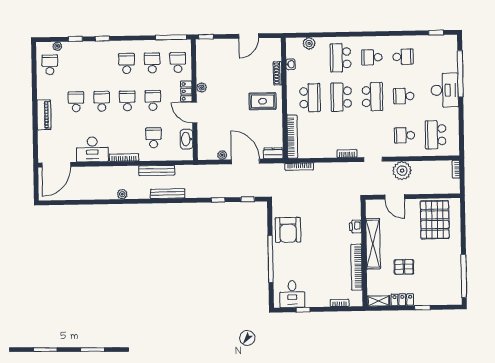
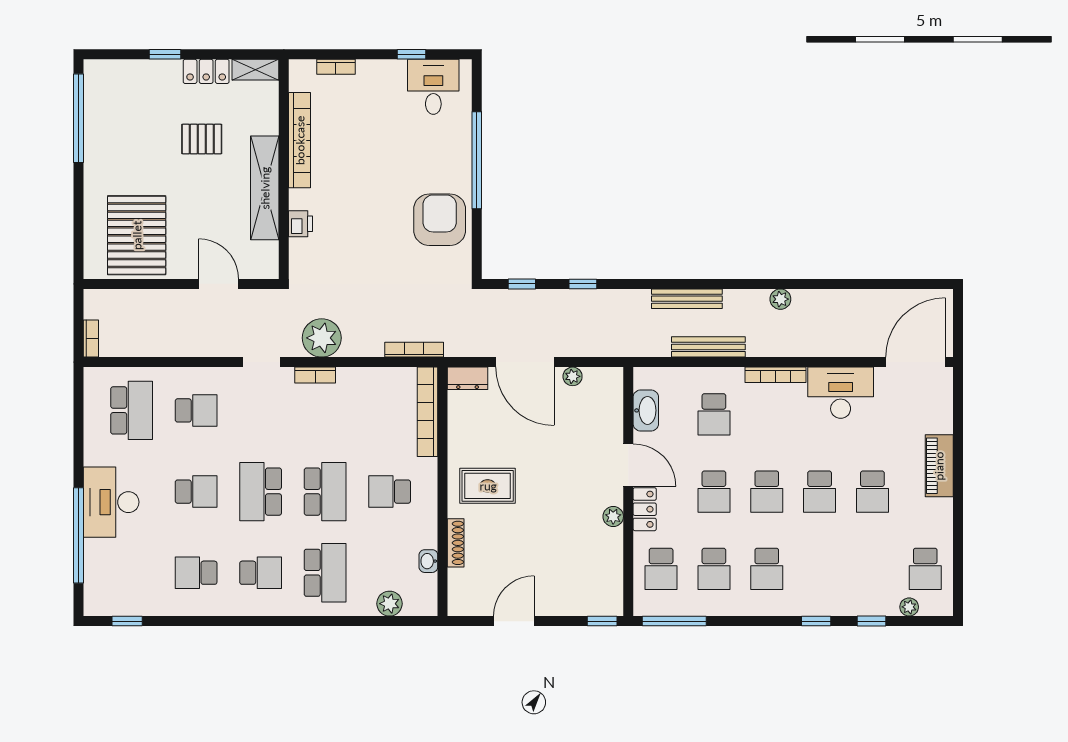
school desk: (310, 98) -> (390, 492), width x0.54
plant: (402, 171) -> (322, 338), moved

